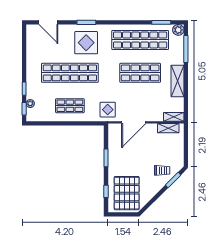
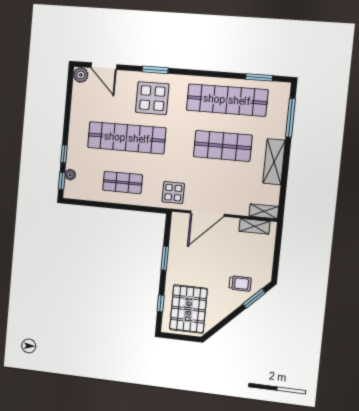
plant: (178, 30) -> (81, 75), moved

